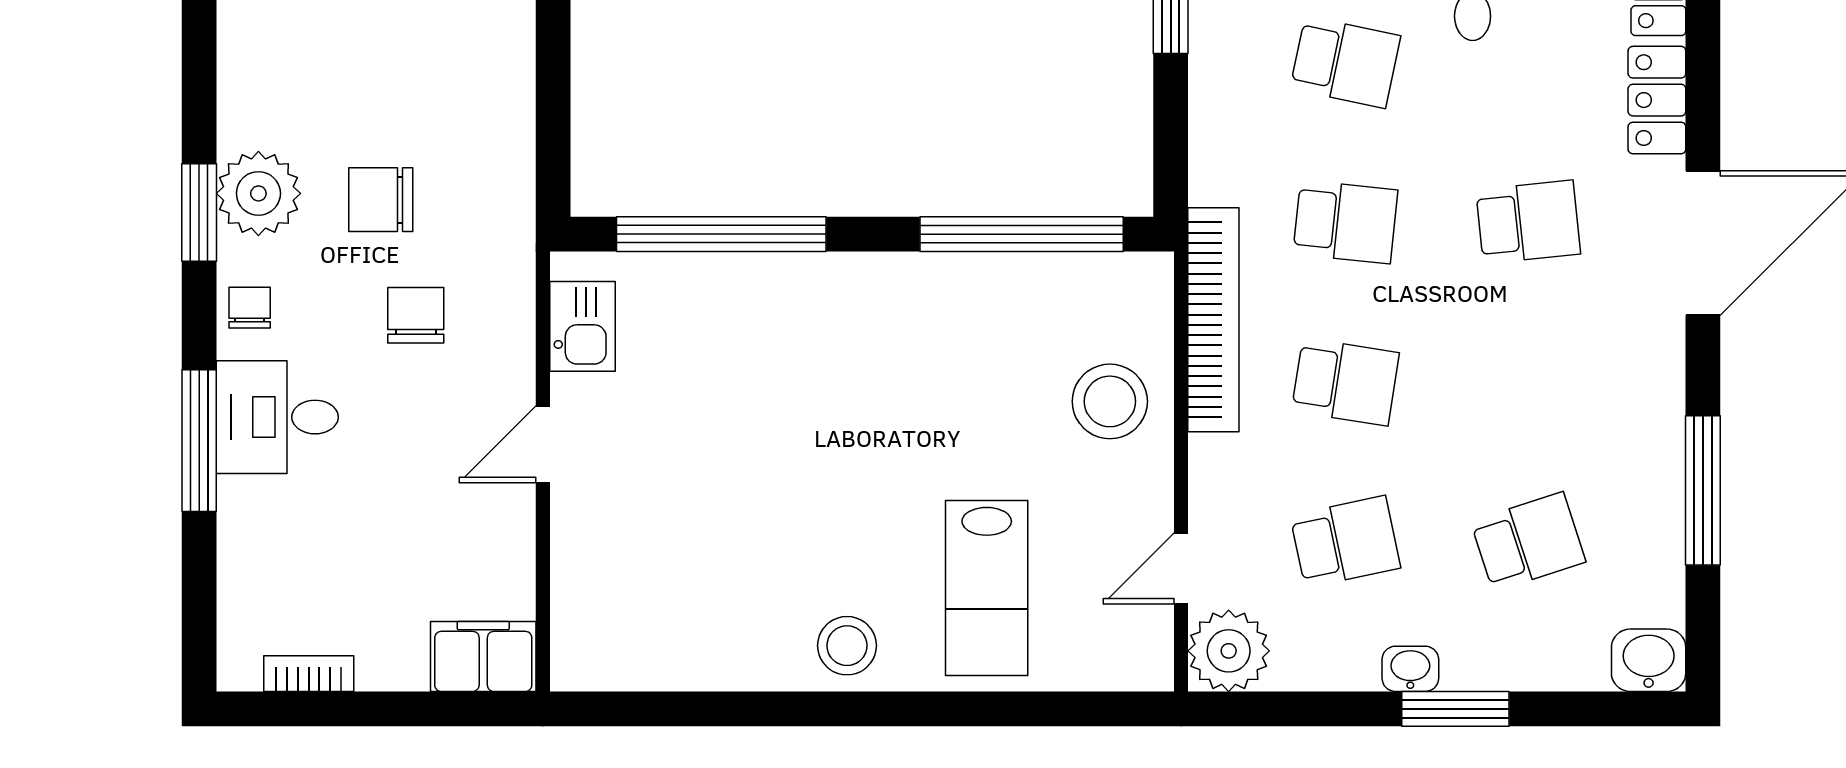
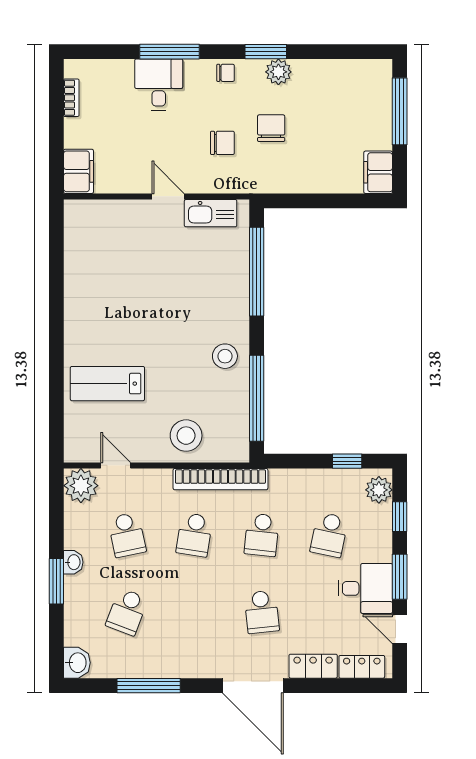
plant: (258, 193) -> (278, 72), width x0.73, depth x0.73
kitchen sink: (582, 326) -> (211, 213), width x1.38
desk: (277, 417) -> (159, 84), moved
school desk: (1528, 542) -> (127, 612), turned 39
stool: (847, 646) -> (225, 356), moved

